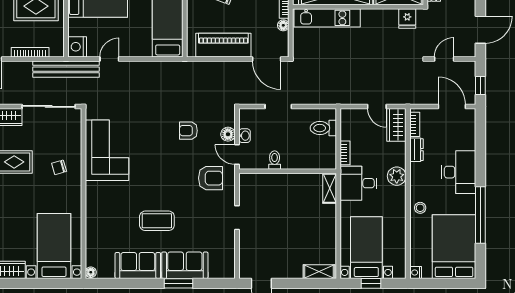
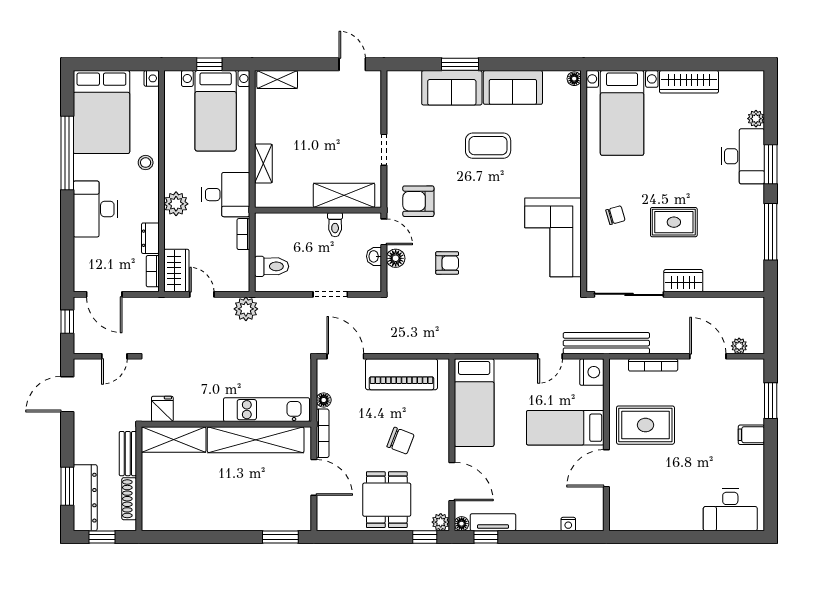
plant: (343, 95) -> (246, 309), added
shelving: (268, 183) -> (344, 195), added
shelving: (330, 188) -> (263, 164), moved

